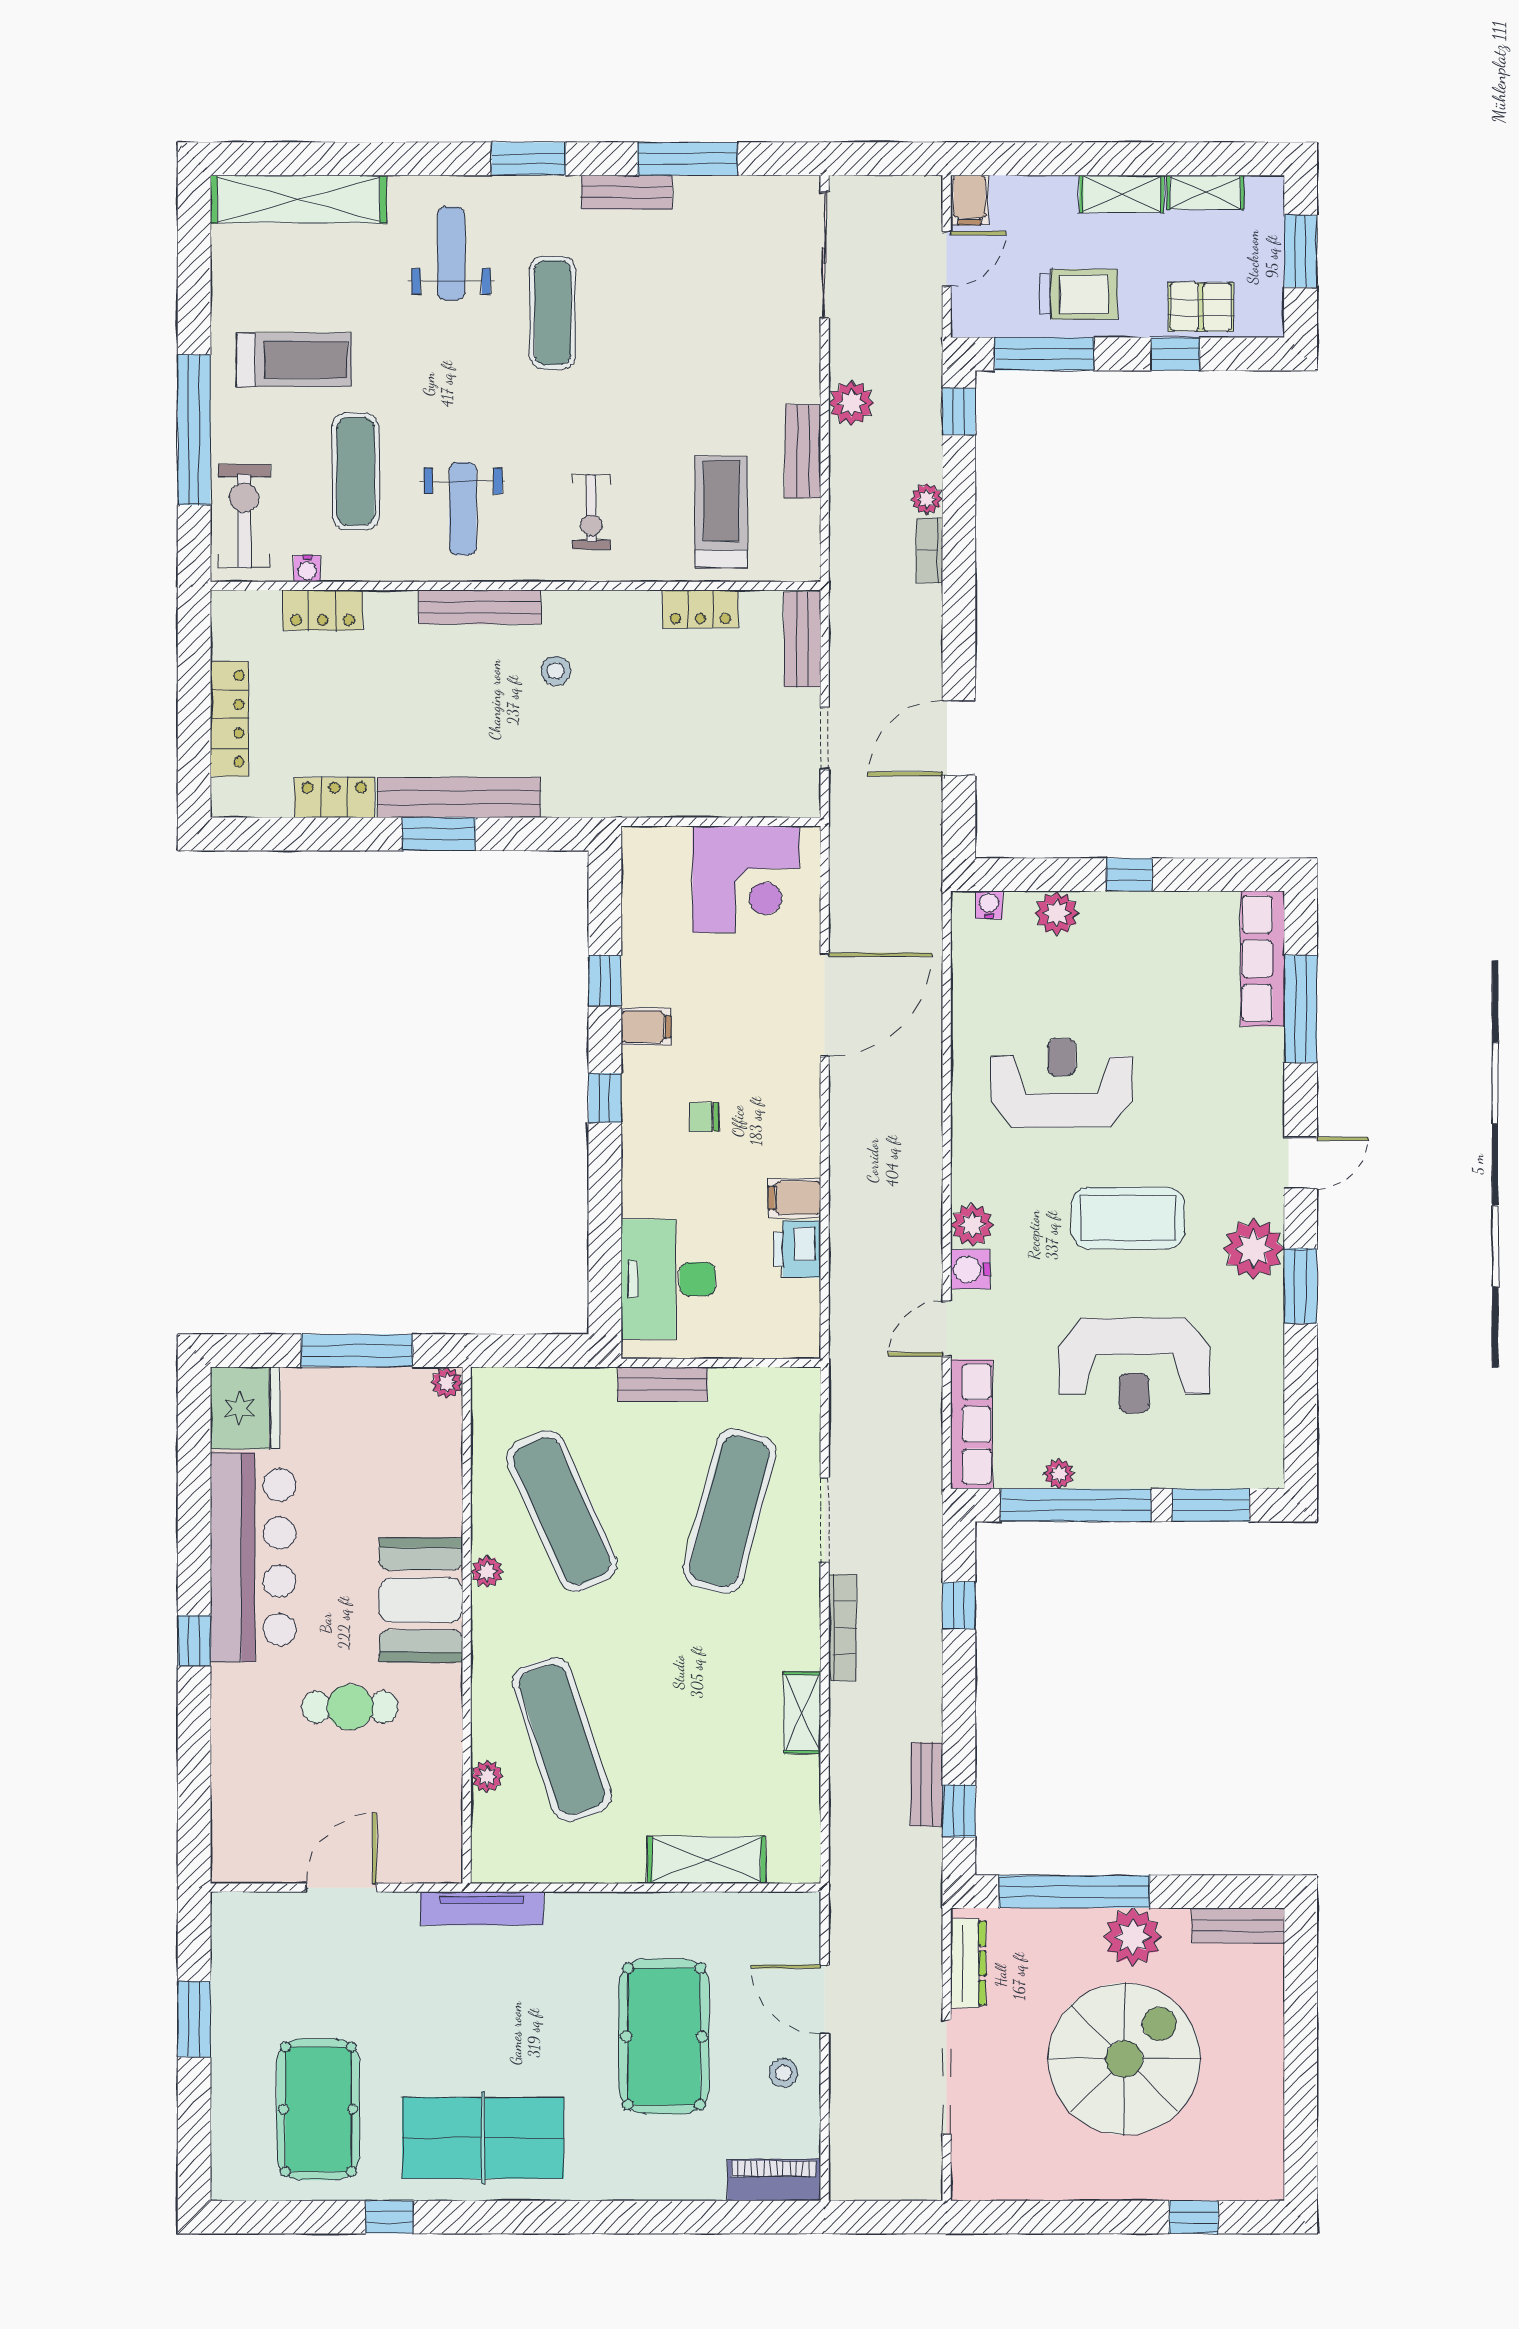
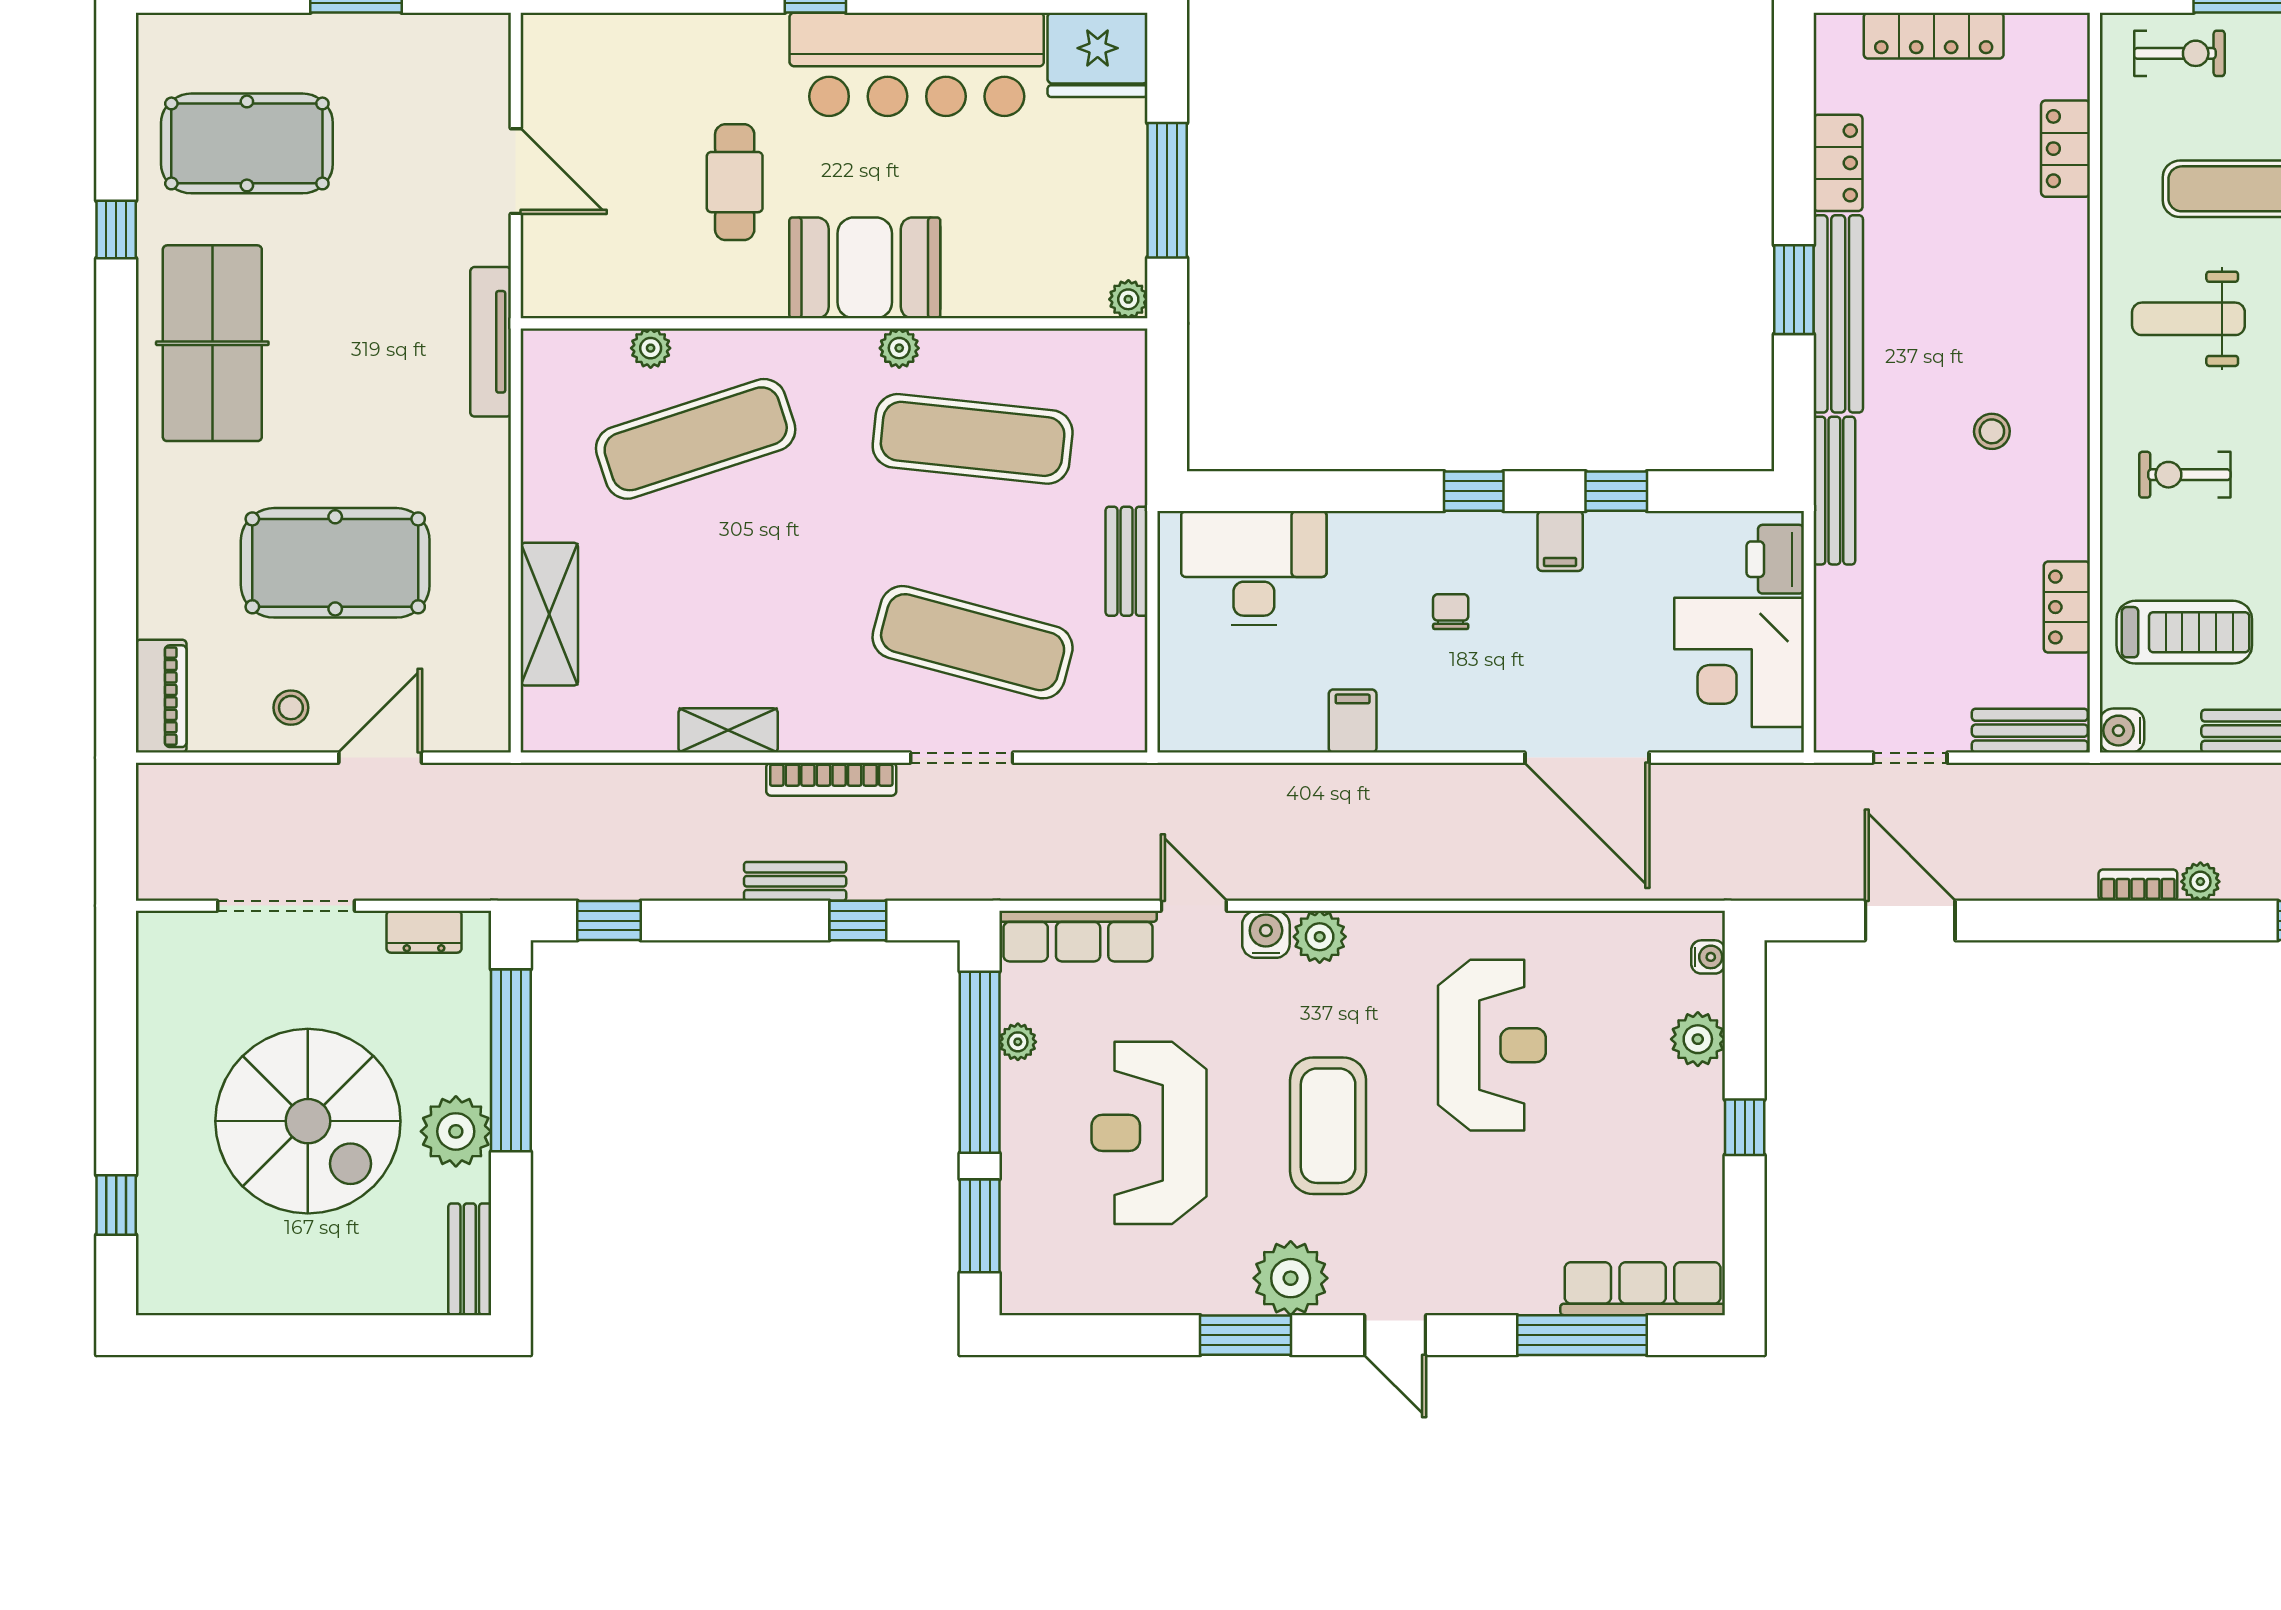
exercise bike: (244, 516) -> (2179, 53), width x0.73, depth x0.72
water cooler: (307, 569) -> (2122, 731), moved, width x1.38, depth x1.38
bench: (480, 607) -> (1834, 491), moved
printer: (797, 1249) -> (1775, 559), moved, turned -90
exercise mat: (562, 1511) -> (973, 439), turned 30
bench: (927, 1784) -> (795, 881), moved
dresser: (968, 1963) -> (424, 932), width x0.70

